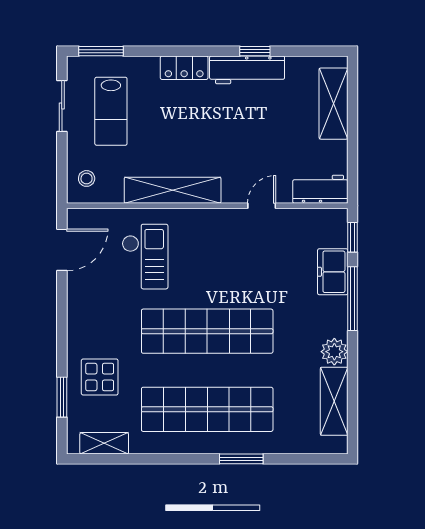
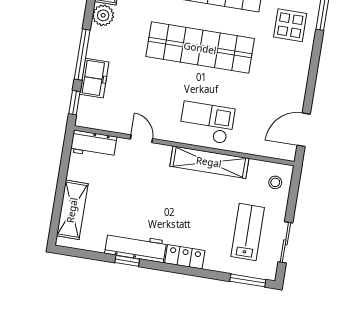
door: (262, 206) -> (142, 139), swing flipped
checkout: (145, 257) -> (207, 123), moved, turned 90

